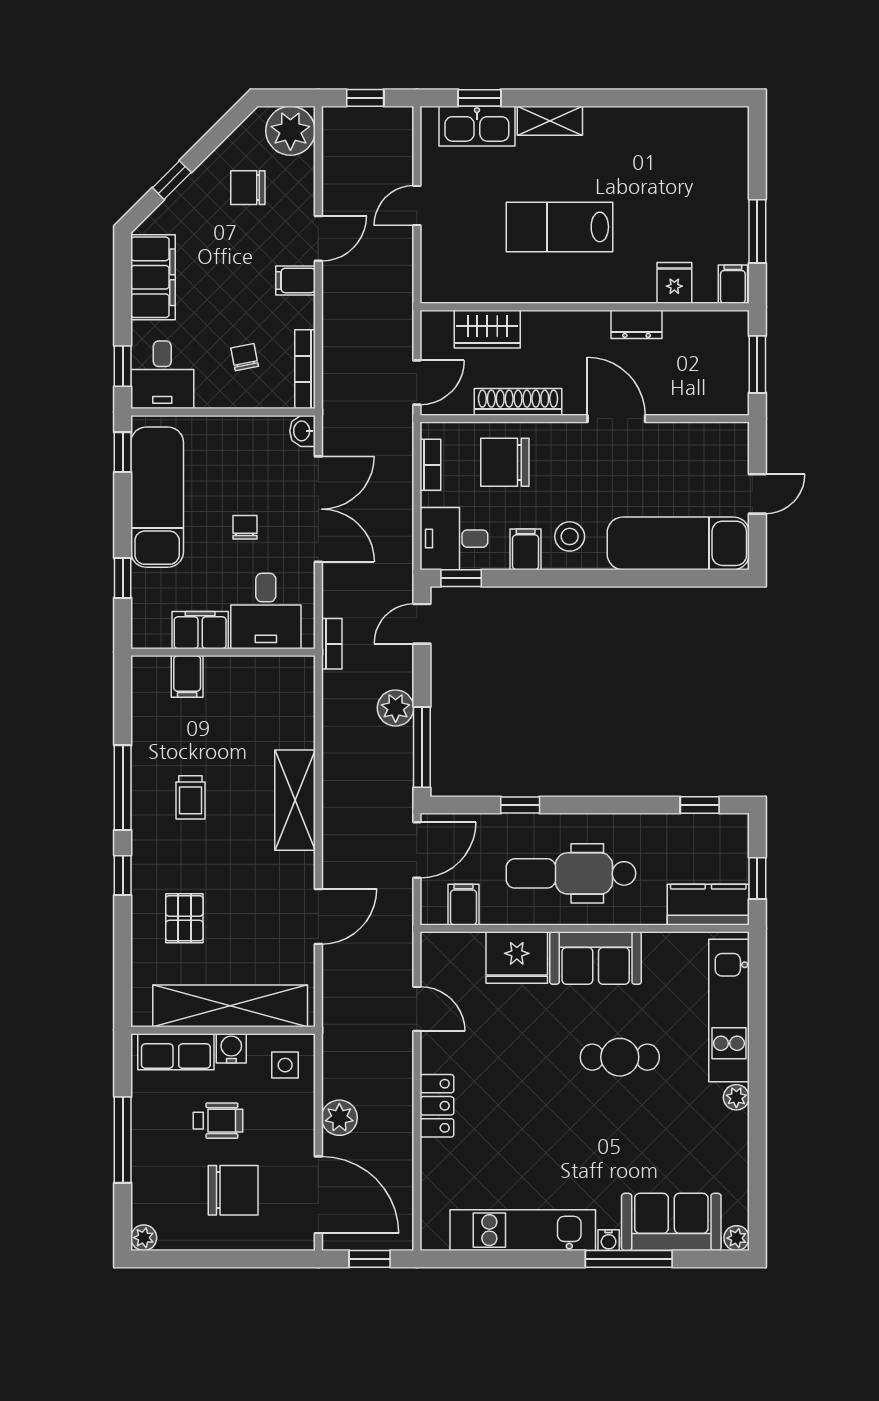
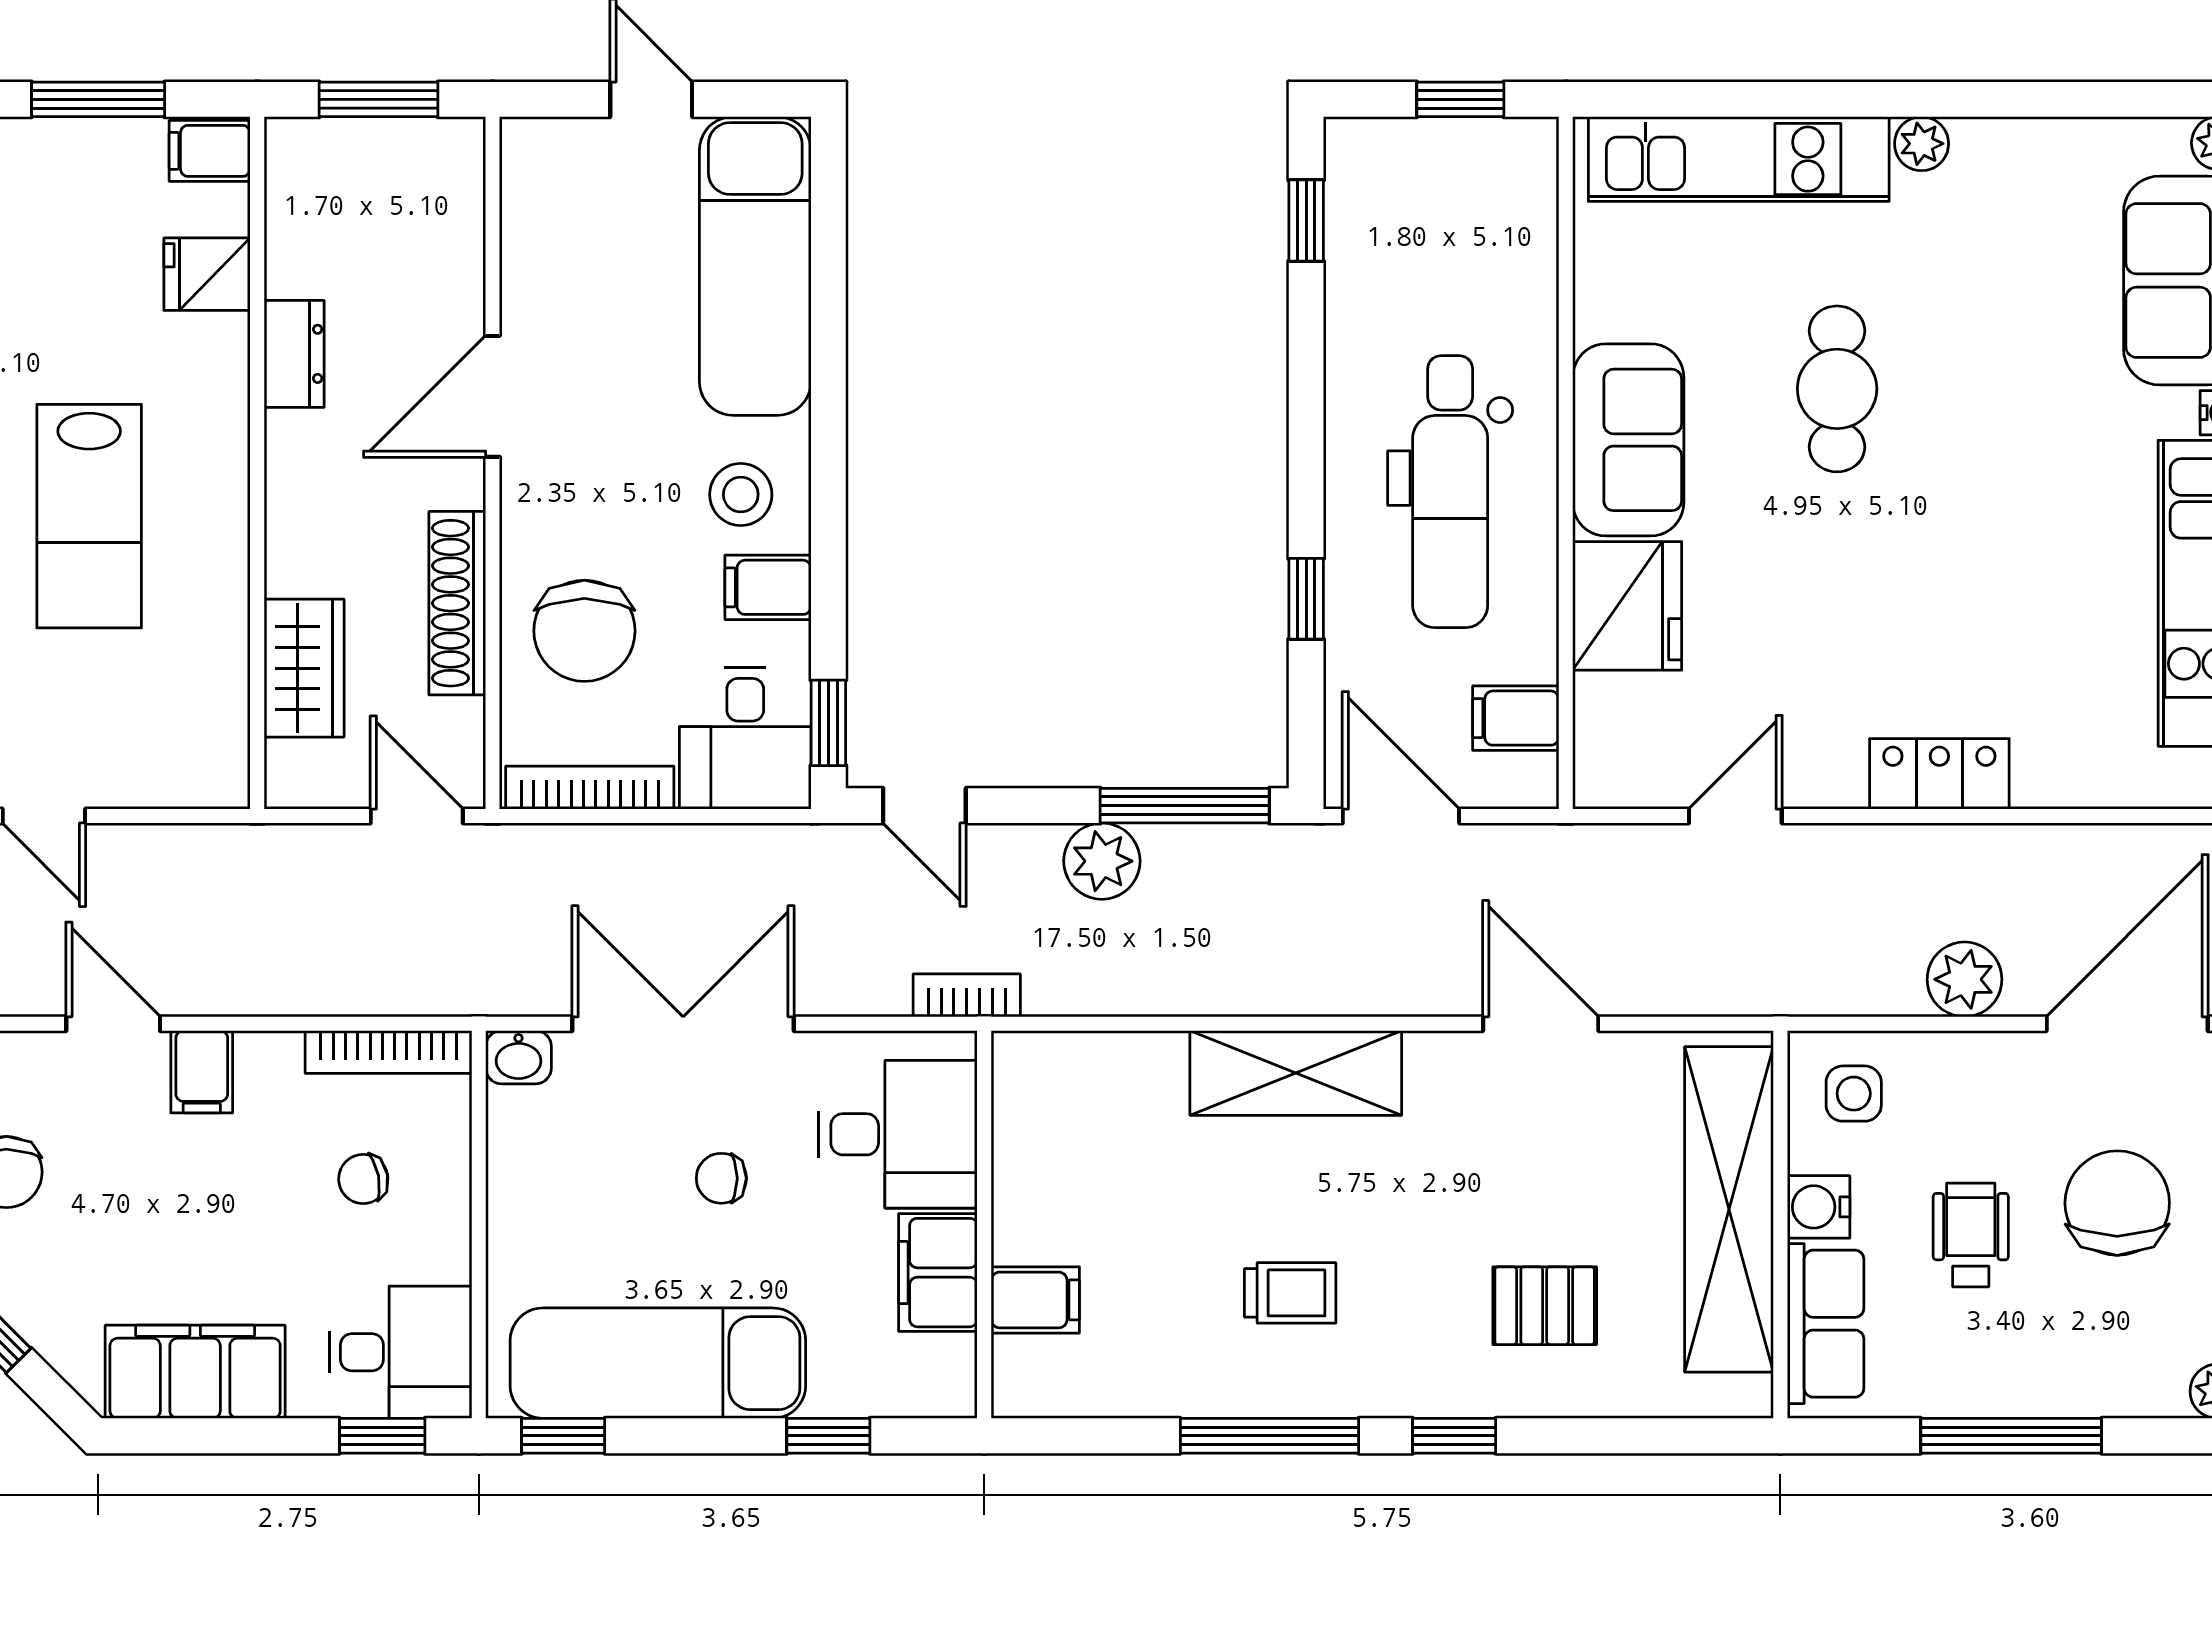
bookcase: (430, 465) -> (590, 788), width x1.56
kitchen counter: (708, 905) -> (1516, 203), removed

